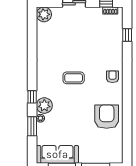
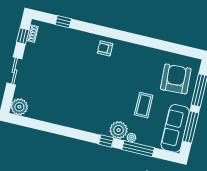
coffee table: (74, 78) -> (144, 105), moved
armchair: (107, 117) -> (176, 79), moved, turned 87
window: (32, 126) -> (138, 149), width x1.44

